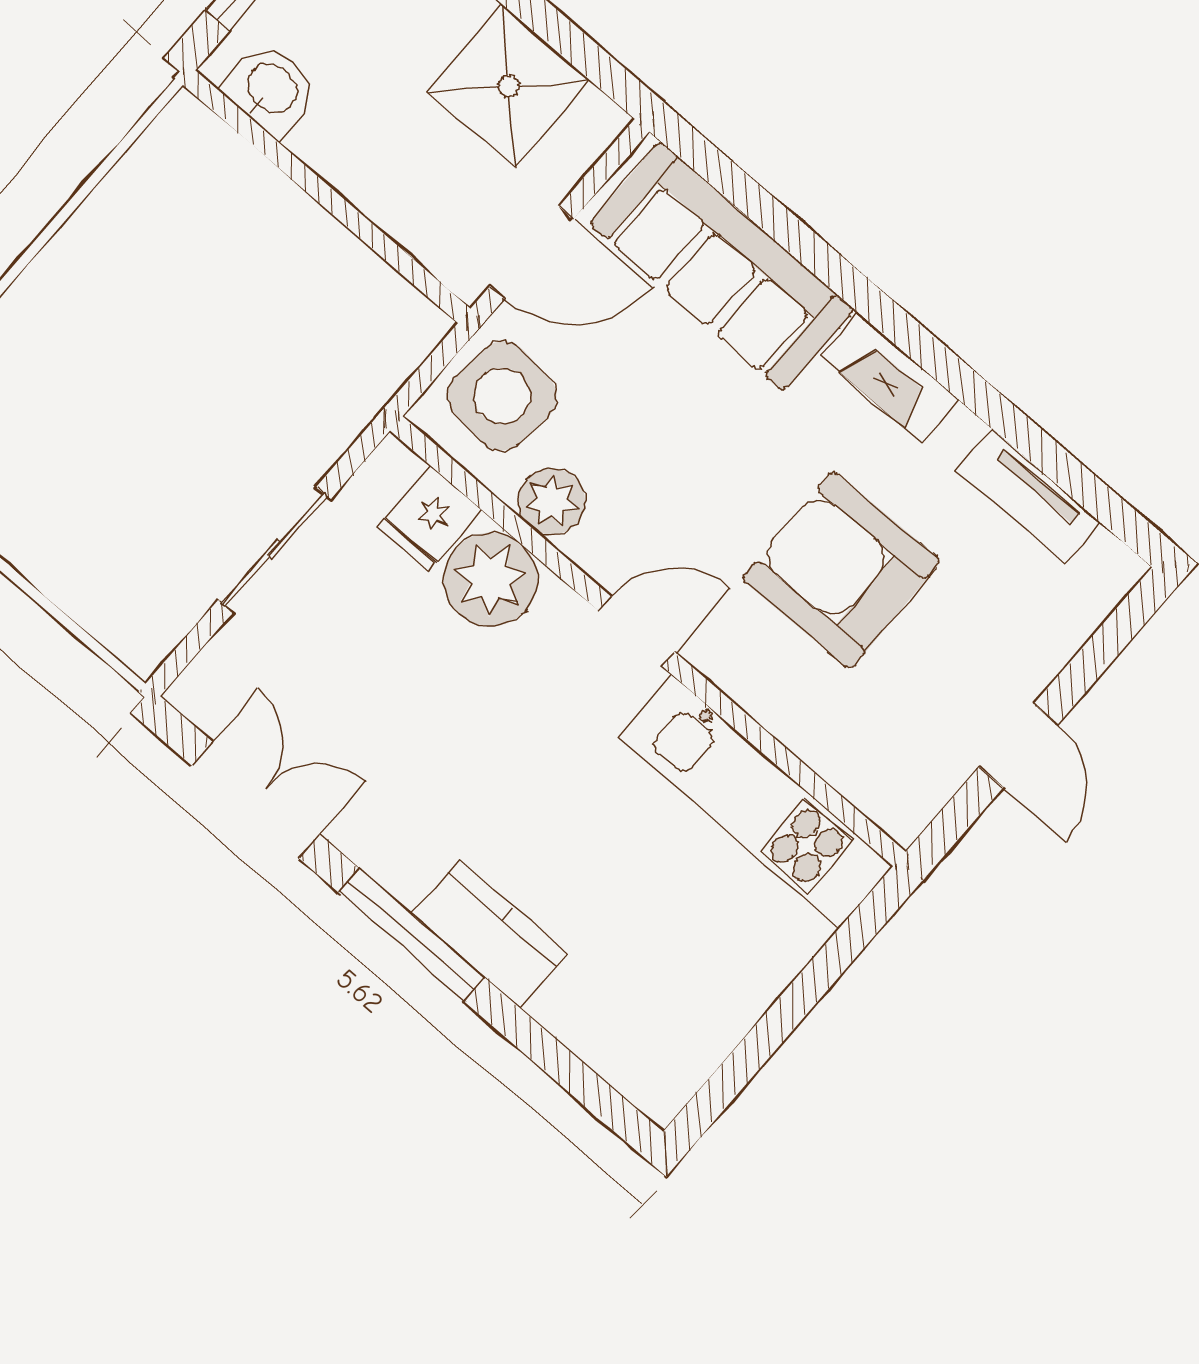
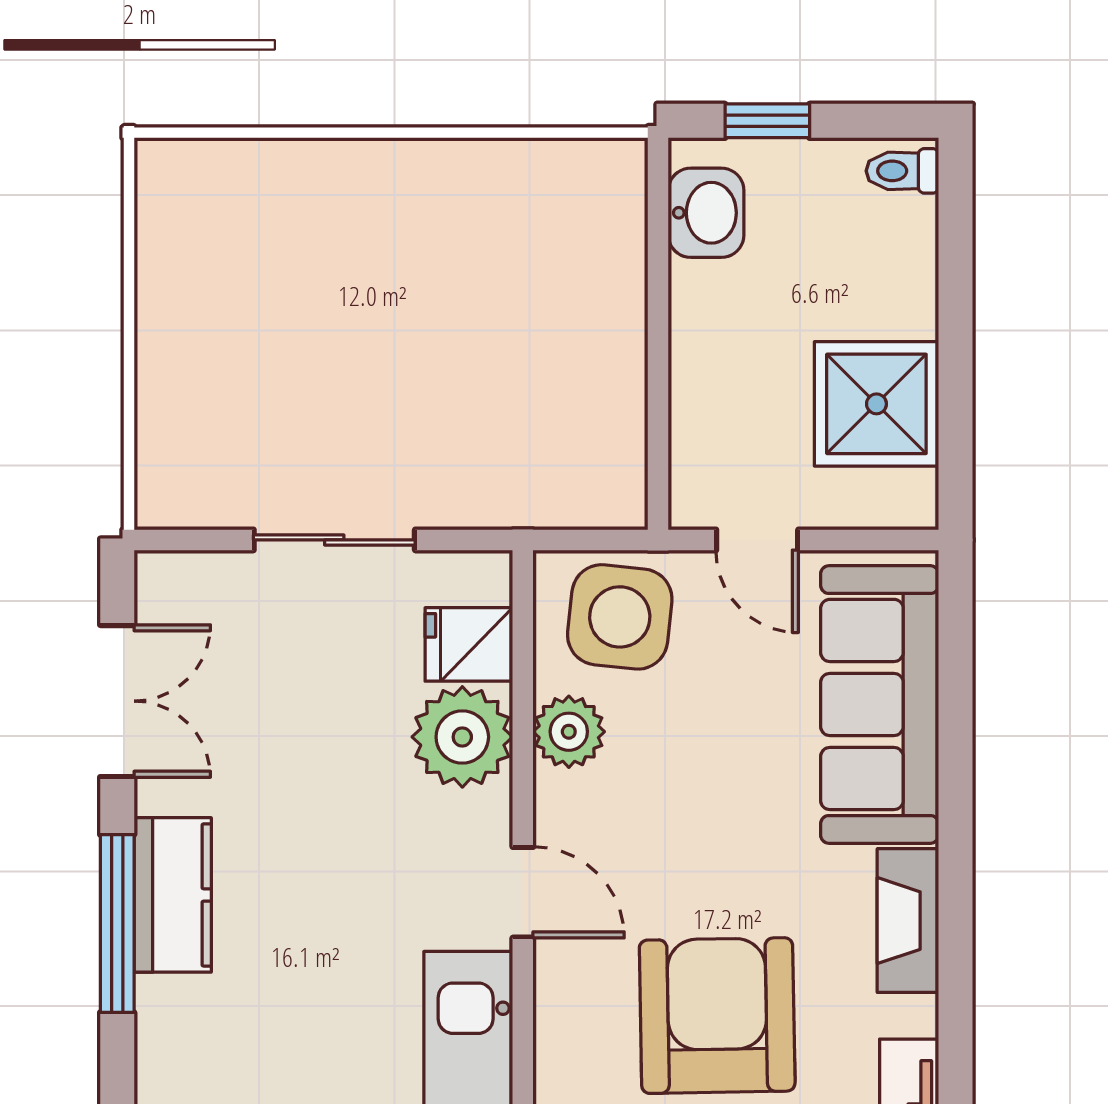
door: (532, 253) -> (757, 540), width x0.73
kitchen counter: (489, 934) -> (173, 895), moved

